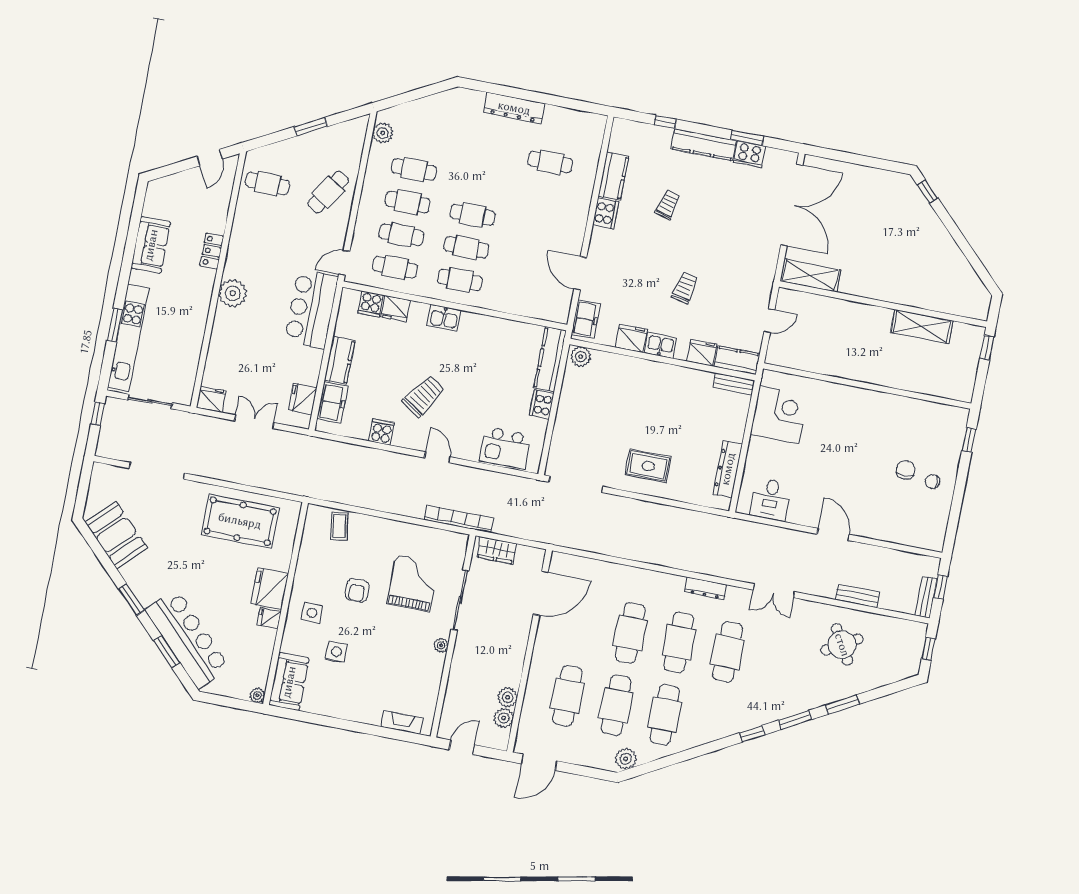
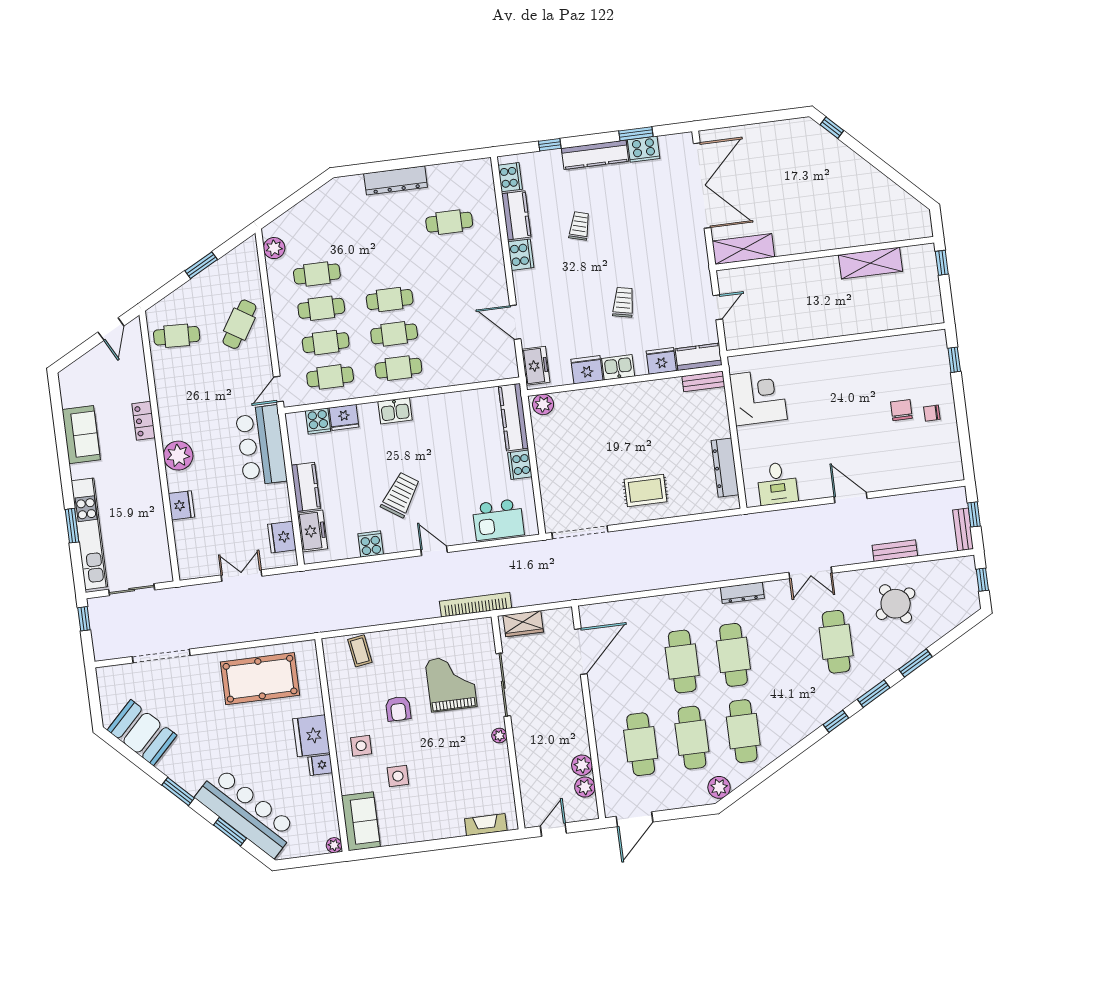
cooker: (619, 140) -> (510, 177), added
fridge: (211, 399) -> (181, 505), moved, turned 90
cafe table: (728, 652) -> (836, 642), moved

